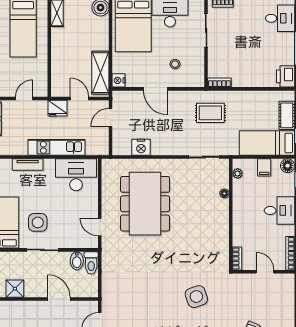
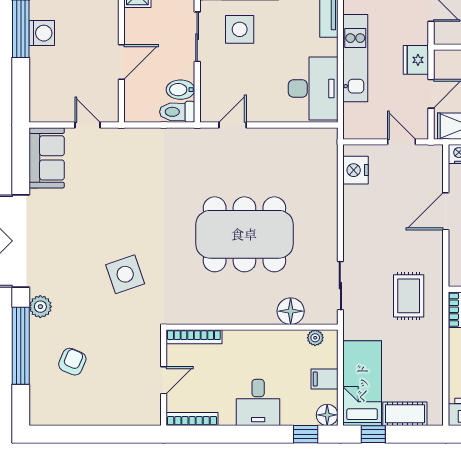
nightstand: (141, 147) -> (356, 170), moved
floor lamp: (224, 193) -> (291, 311), width x1.89, depth x1.89
dining table: (145, 204) -> (244, 234), moved
bookcase: (237, 259) -> (194, 337), width x1.56

